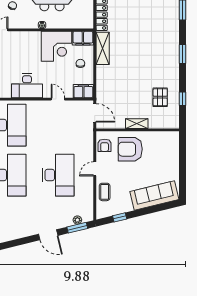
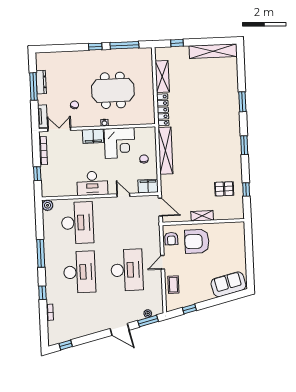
filing cabinet: (83, 38) -> (93, 136), moved
shelving: (103, 48) -> (165, 151), width x1.47
pallet: (160, 97) -> (224, 189), turned 90
sofa: (154, 195) -> (228, 284), width x0.73

